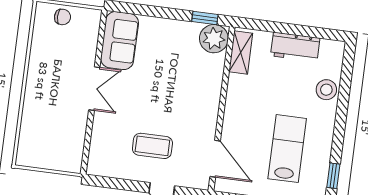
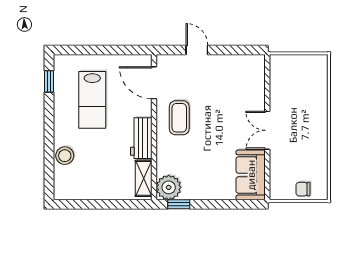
workbench: (295, 47) -> (141, 138), moved, turned -90
coffee table: (152, 146) -> (179, 118), moved, turned 90

